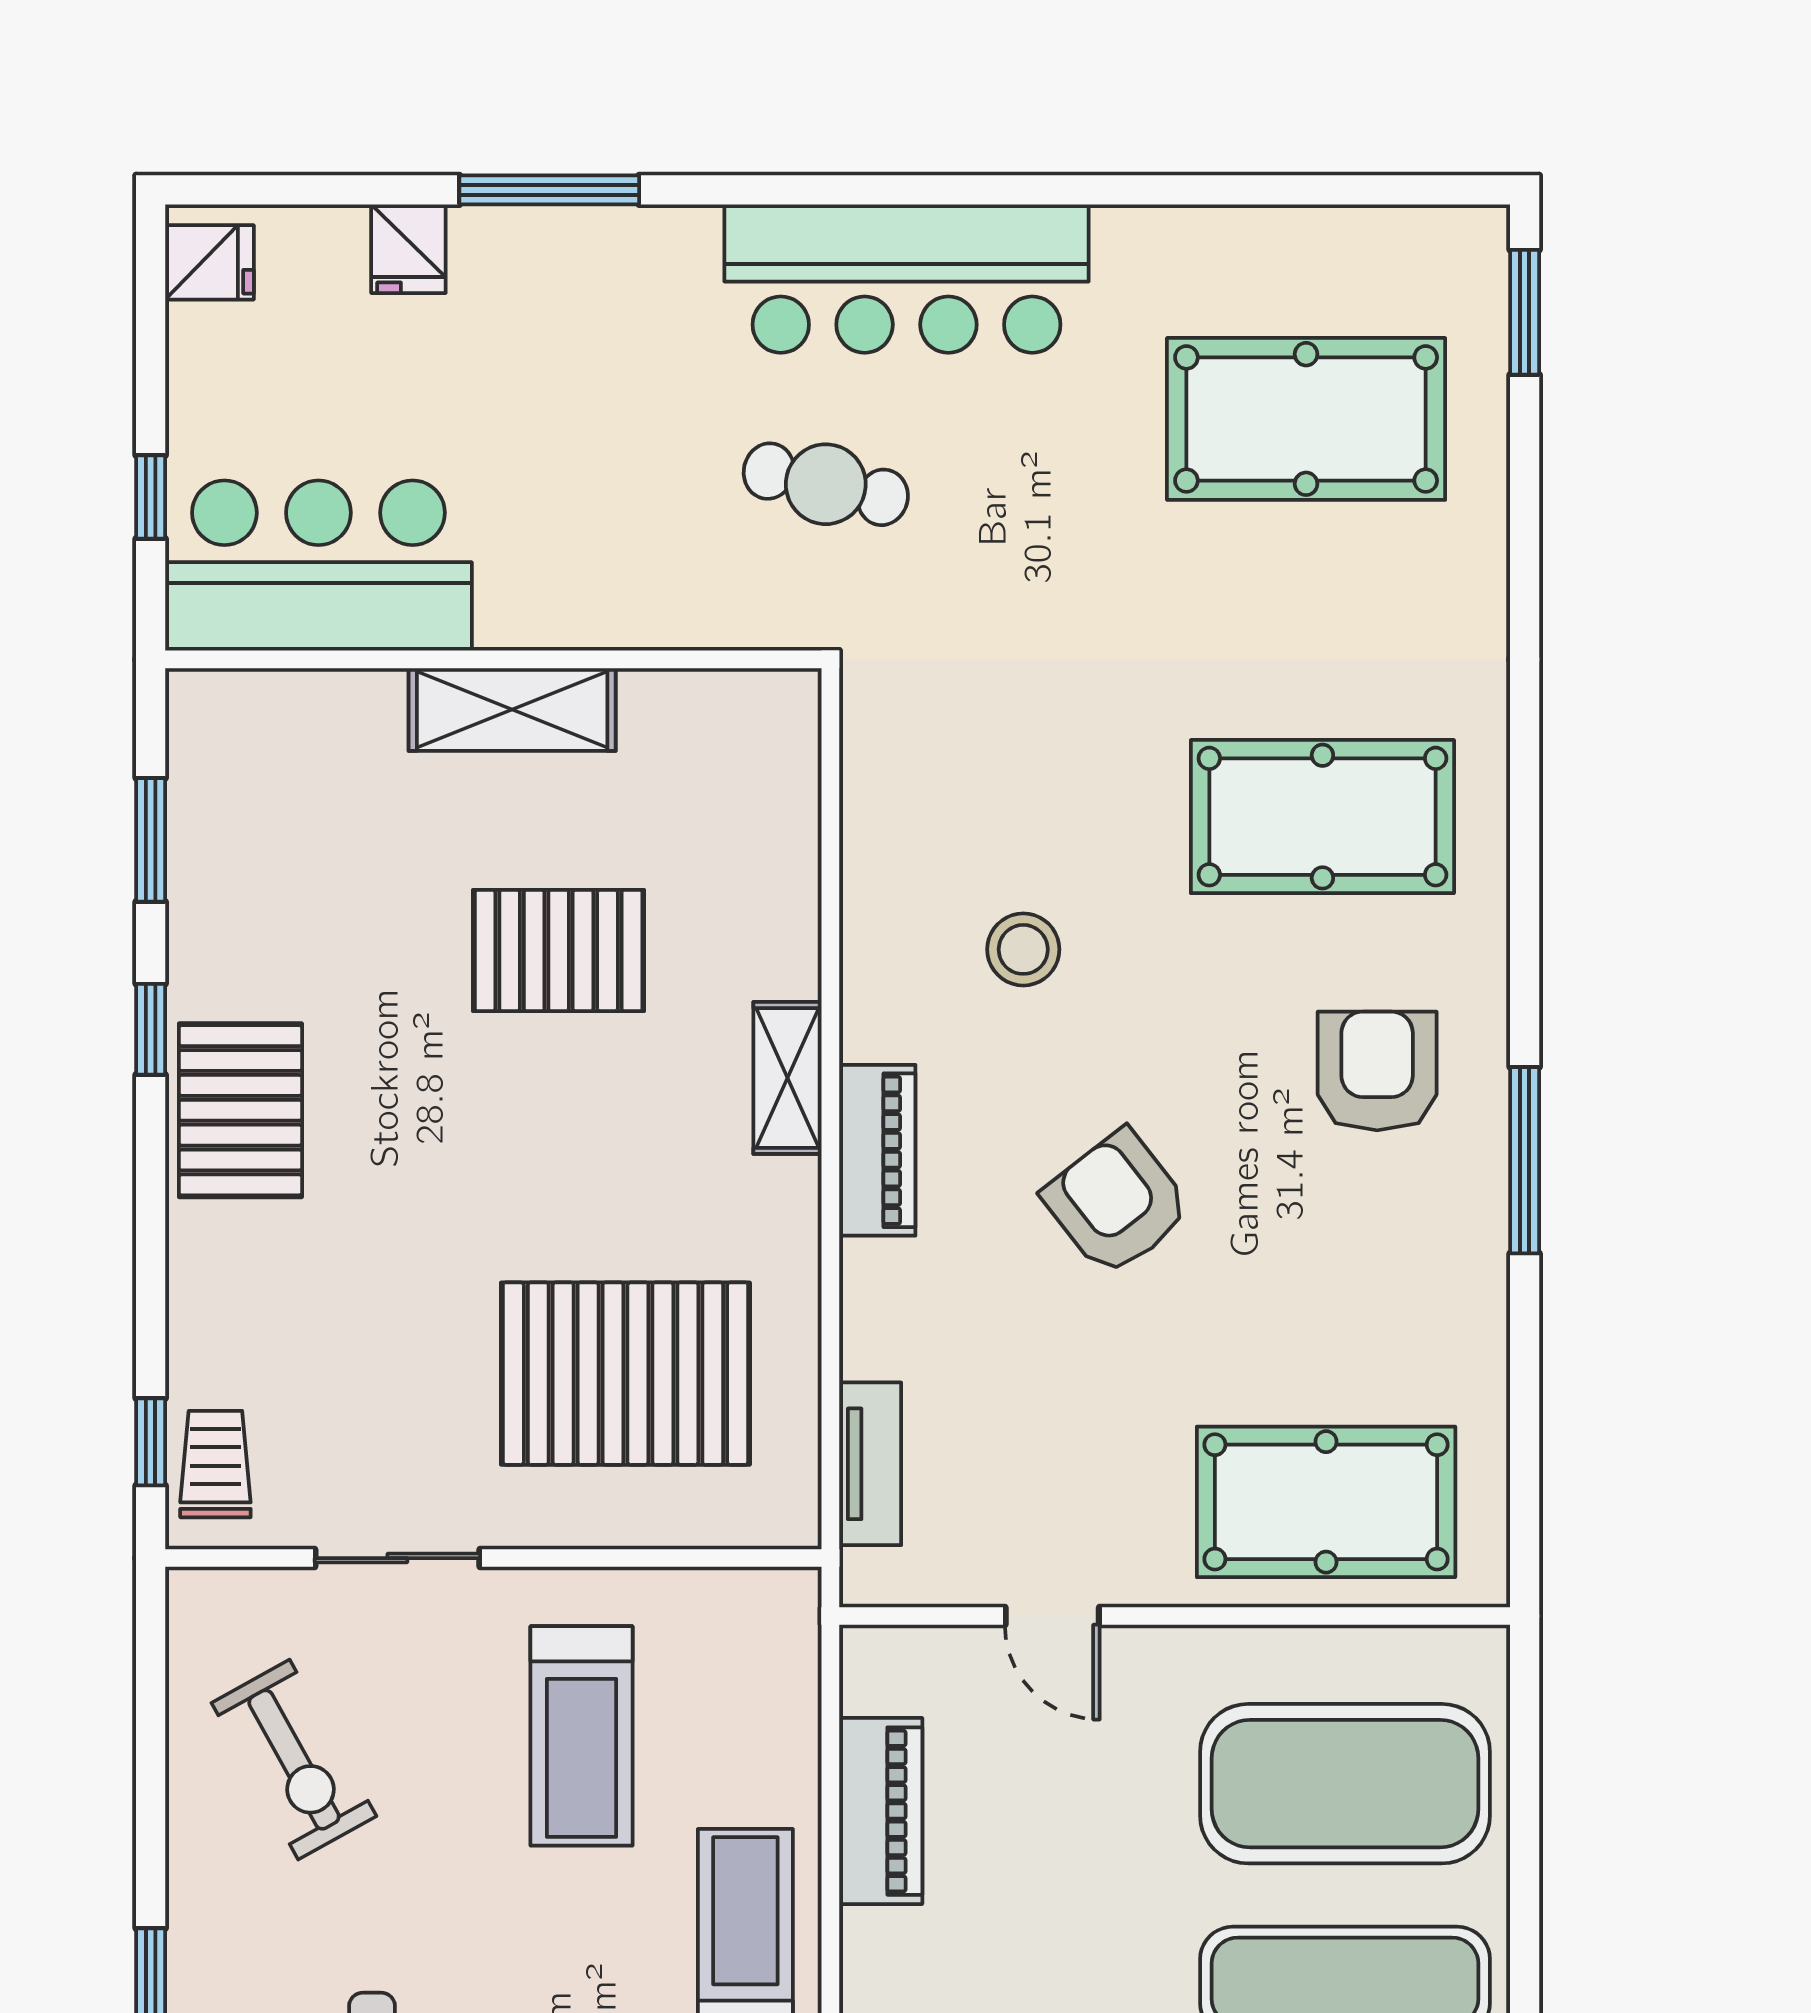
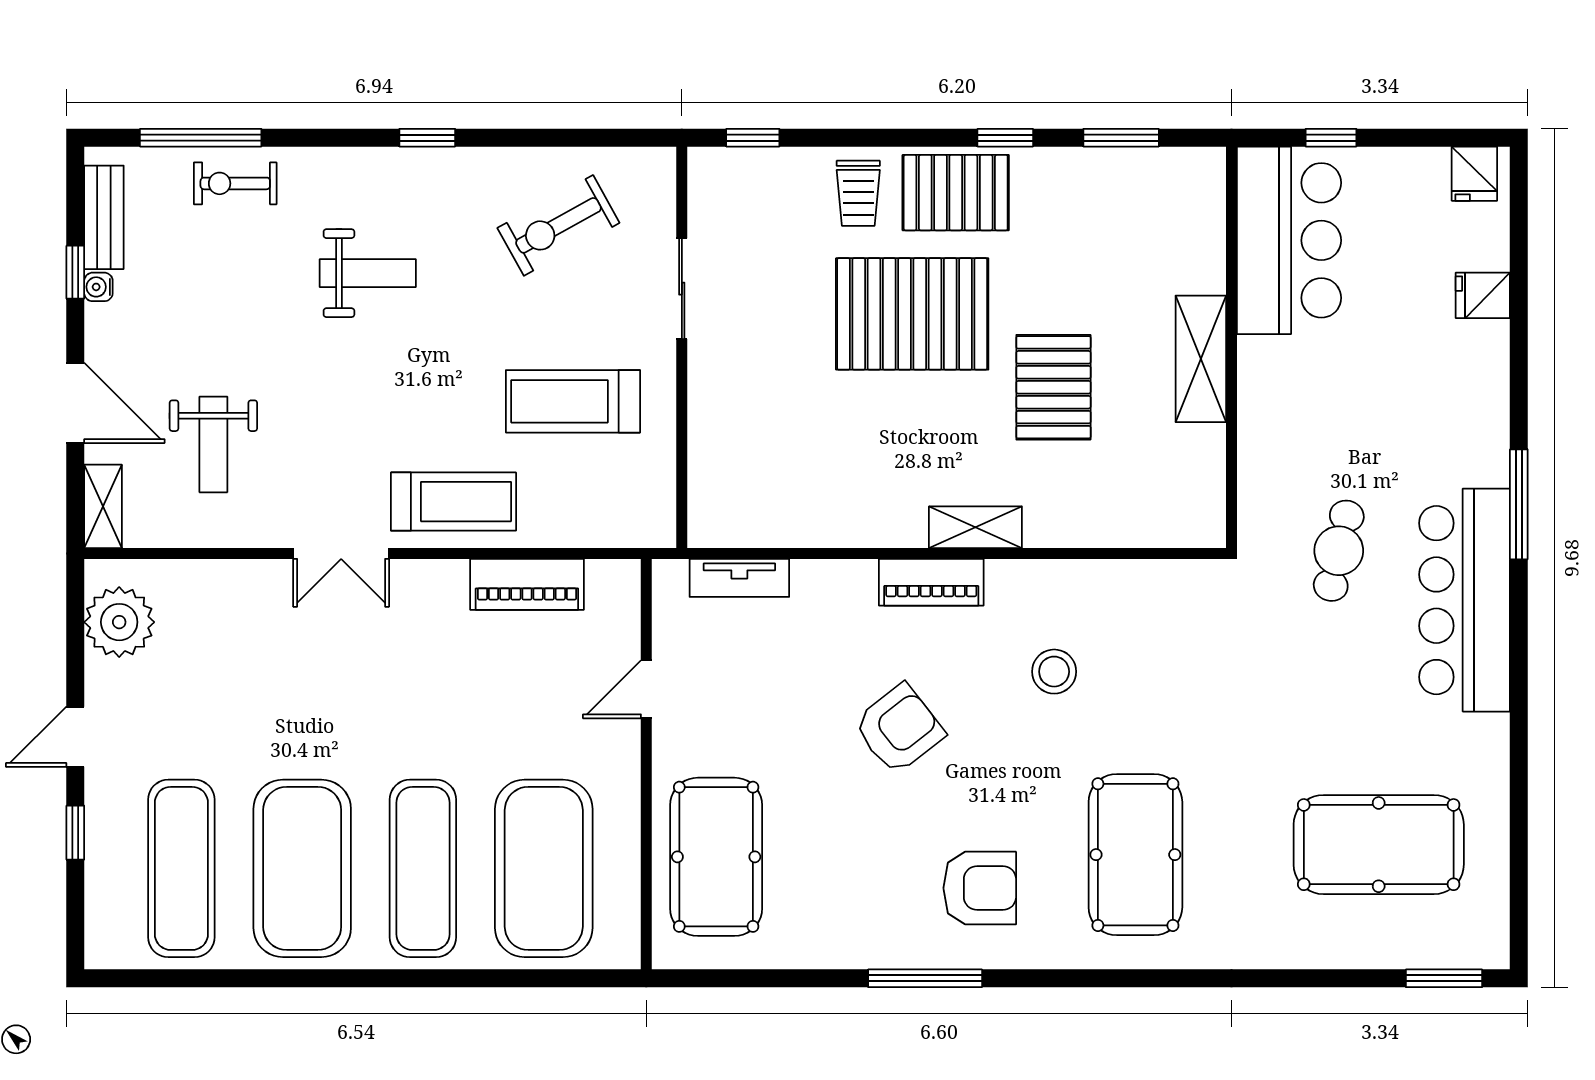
window: (549, 190) -> (1519, 504), moved
pool table: (1306, 419) -> (1379, 845), turned 90
pallet: (625, 1374) -> (912, 314), moved, turned 90
trolley: (215, 1464) -> (858, 193), moved, turned 90

